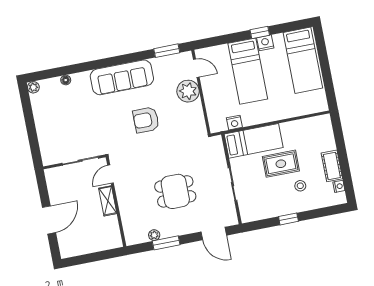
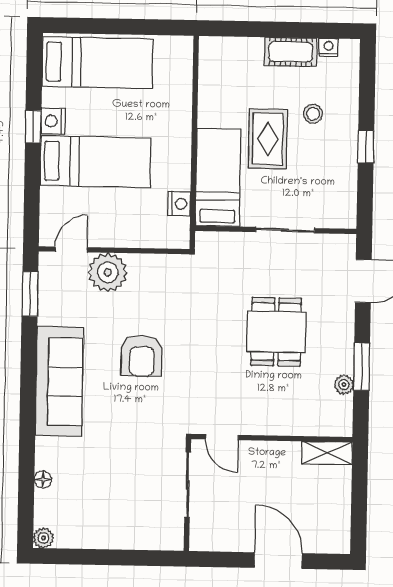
shelving: (108, 201) -> (327, 453), moved

